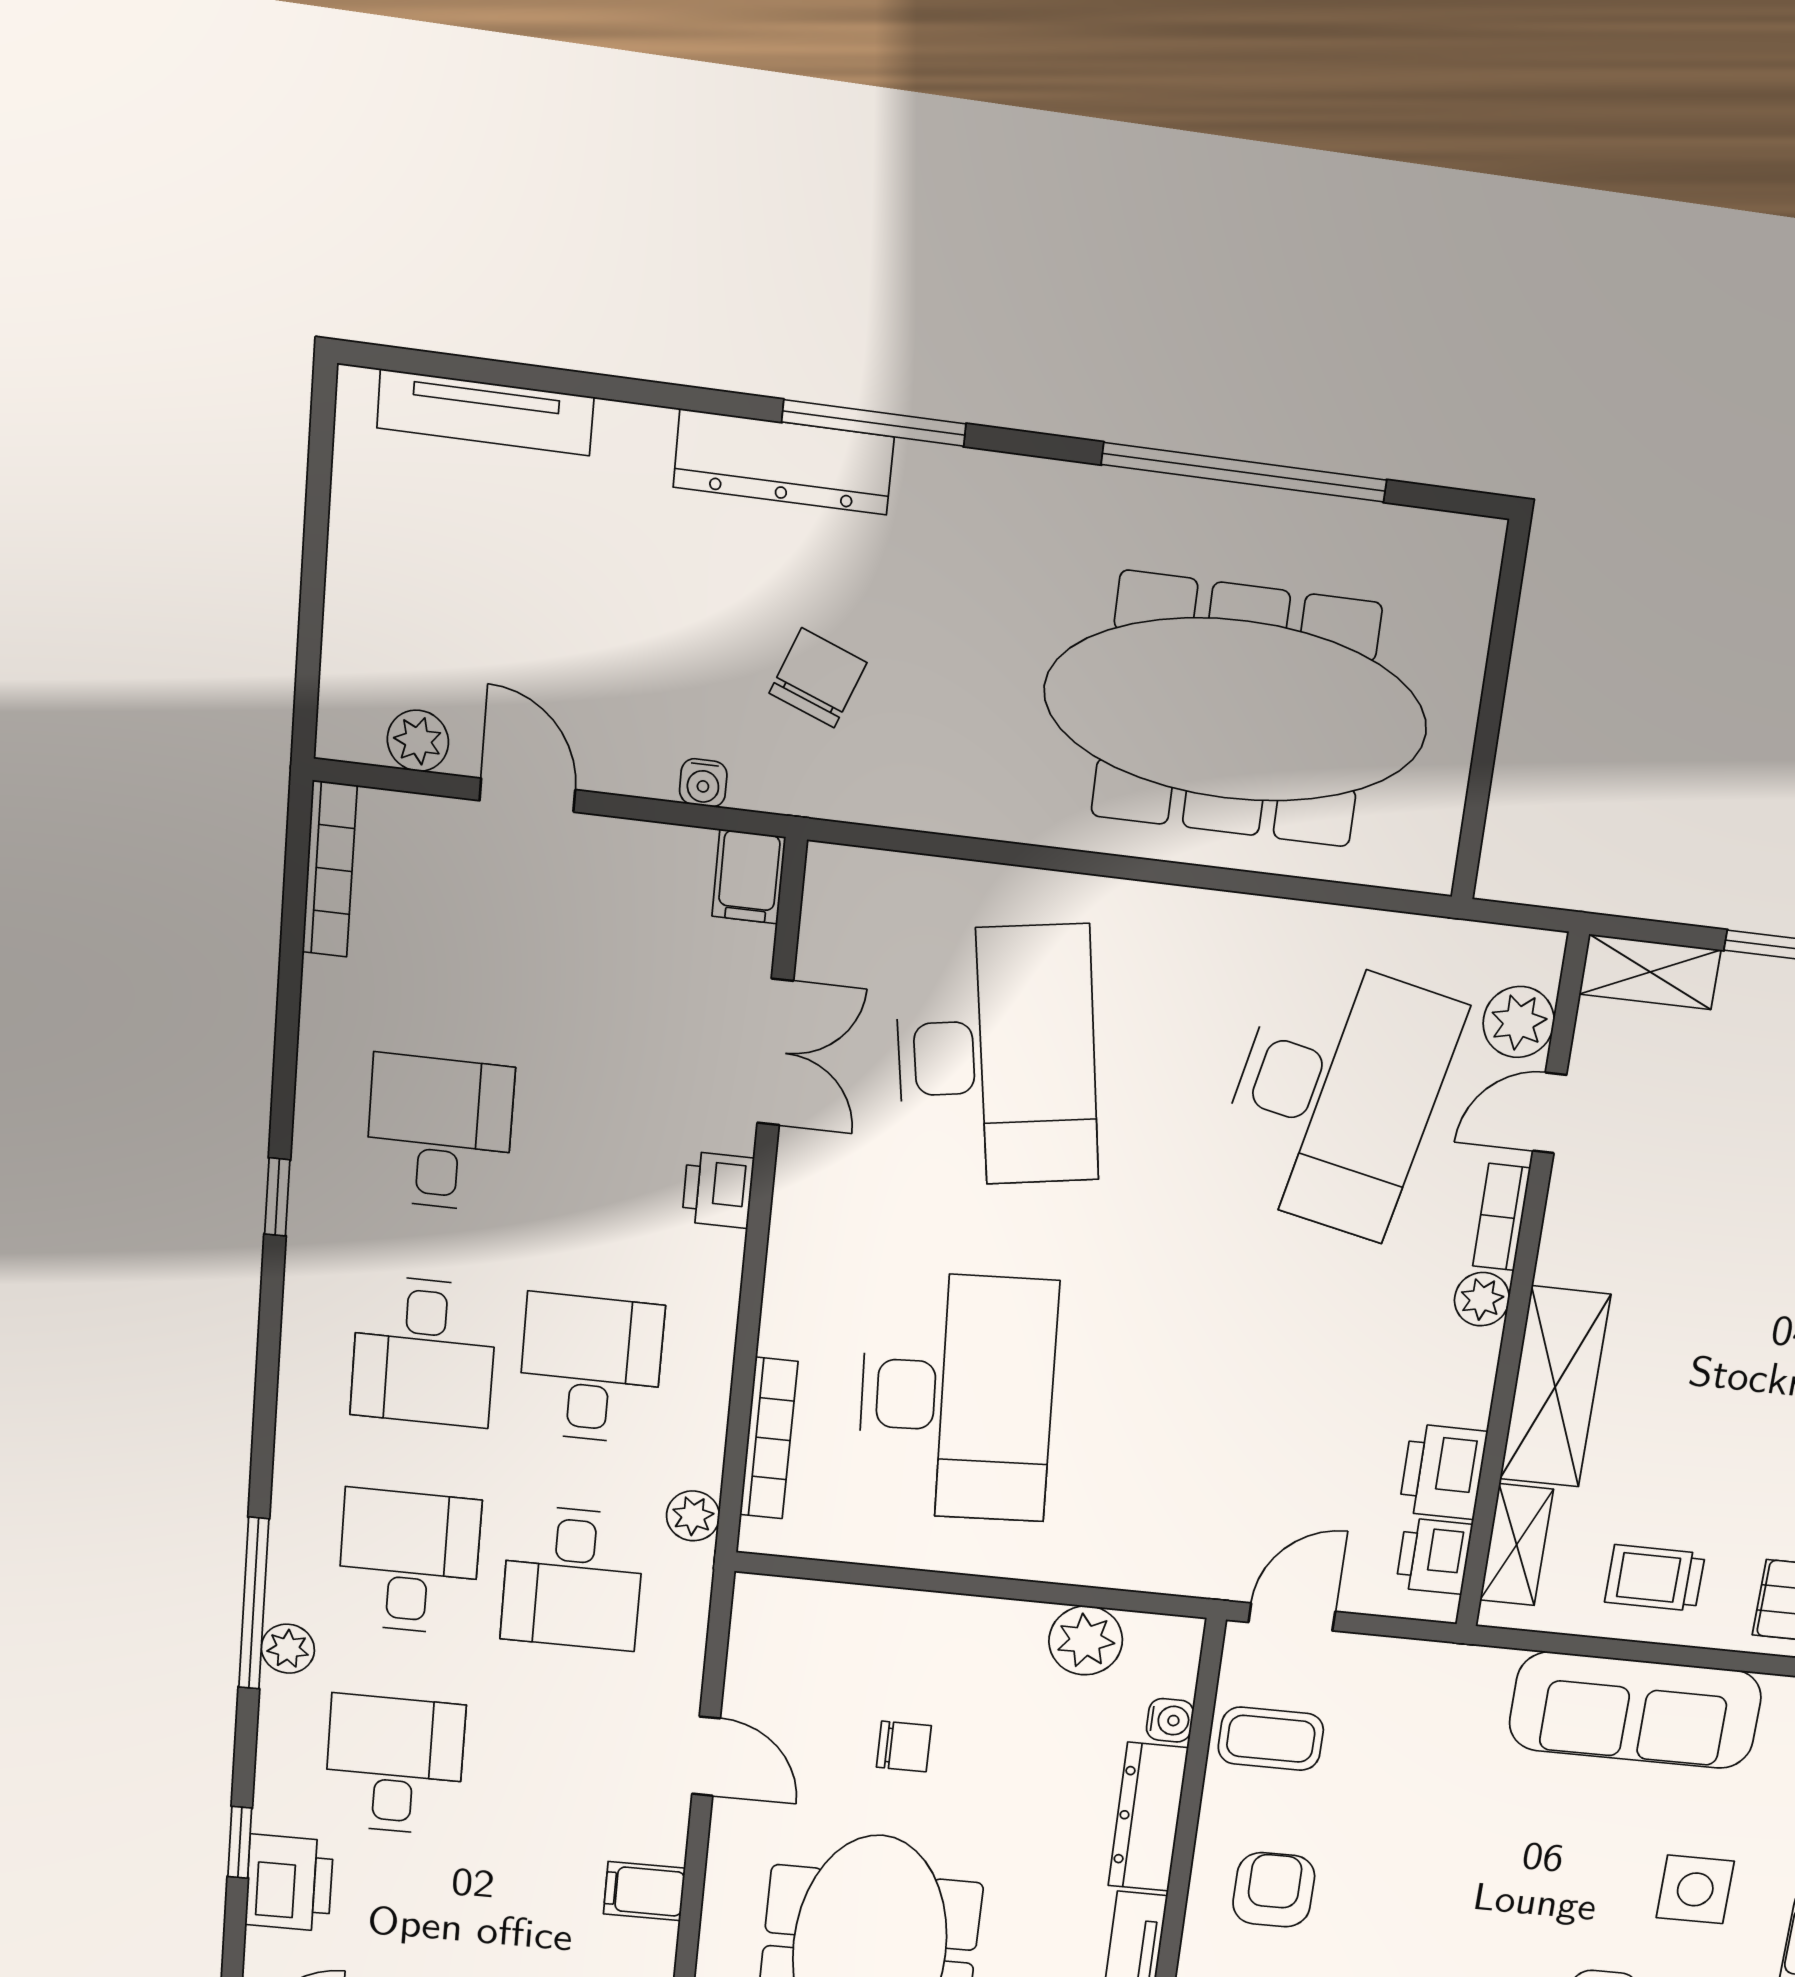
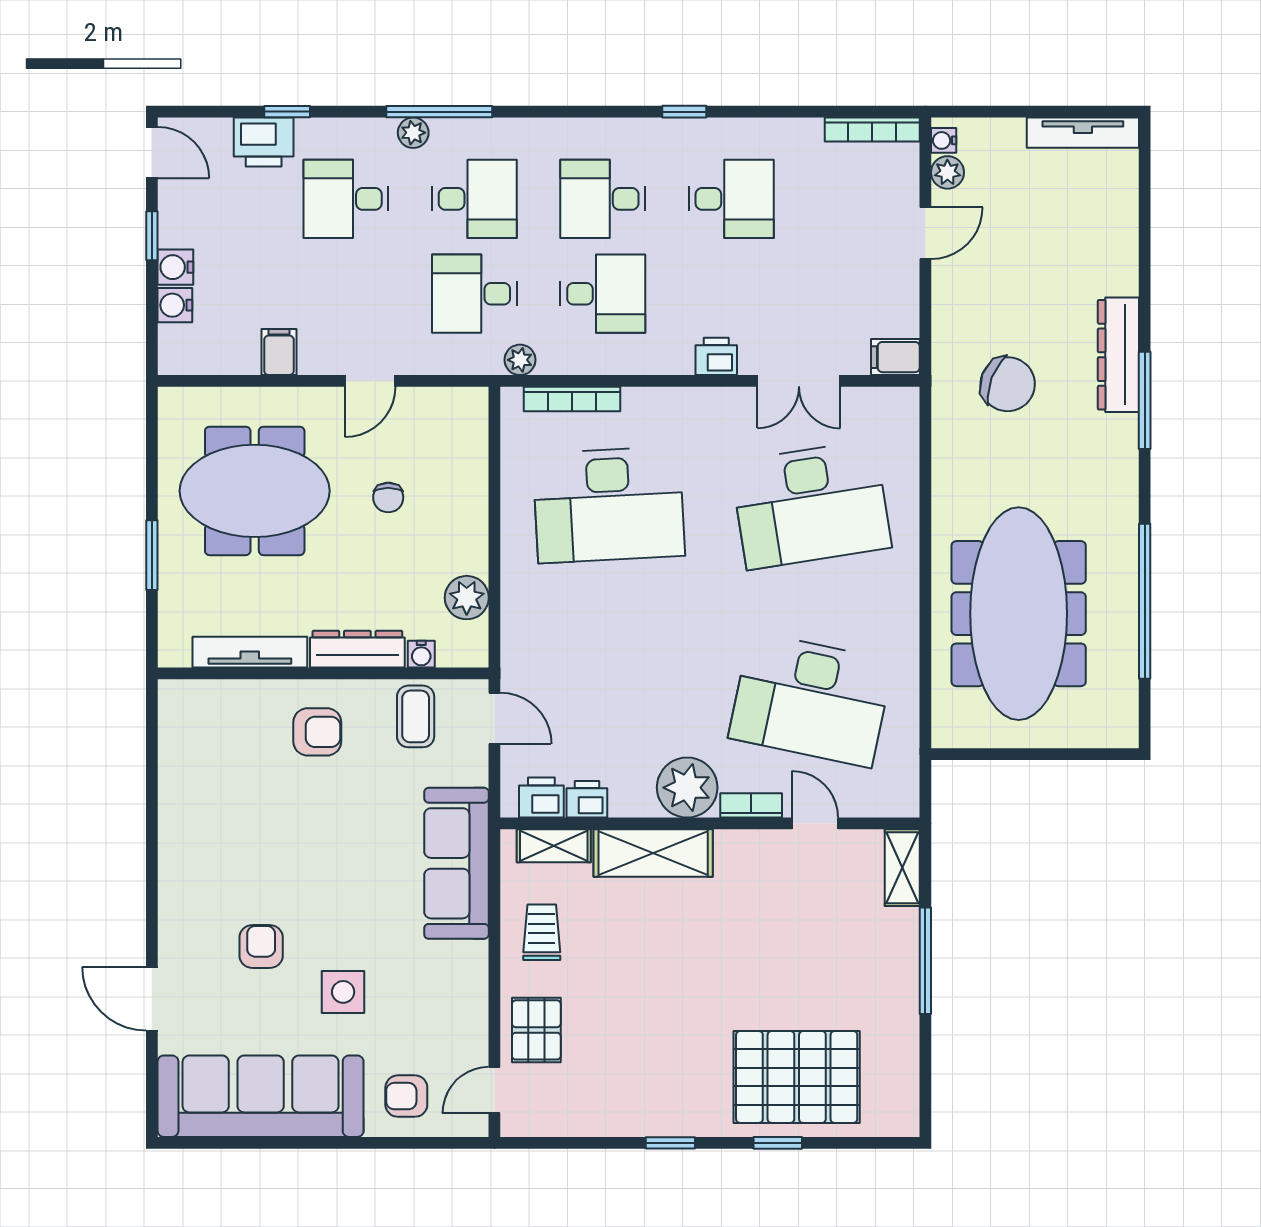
tv unit: (485, 412) -> (1083, 133), moved, turned -90
chair: (818, 678) -> (1008, 384), width x1.37, depth x1.37
water cooler: (703, 783) -> (944, 140), moved
plant: (1519, 1022) -> (865, 797), removed
plant: (1482, 1299) -> (687, 788), width x1.87, depth x1.87
printer: (1443, 1472) -> (587, 799), width x0.73, depth x0.81
sofa: (1635, 1710) -> (456, 863), moved
desk: (395, 1765) -> (346, 199), turned 180

